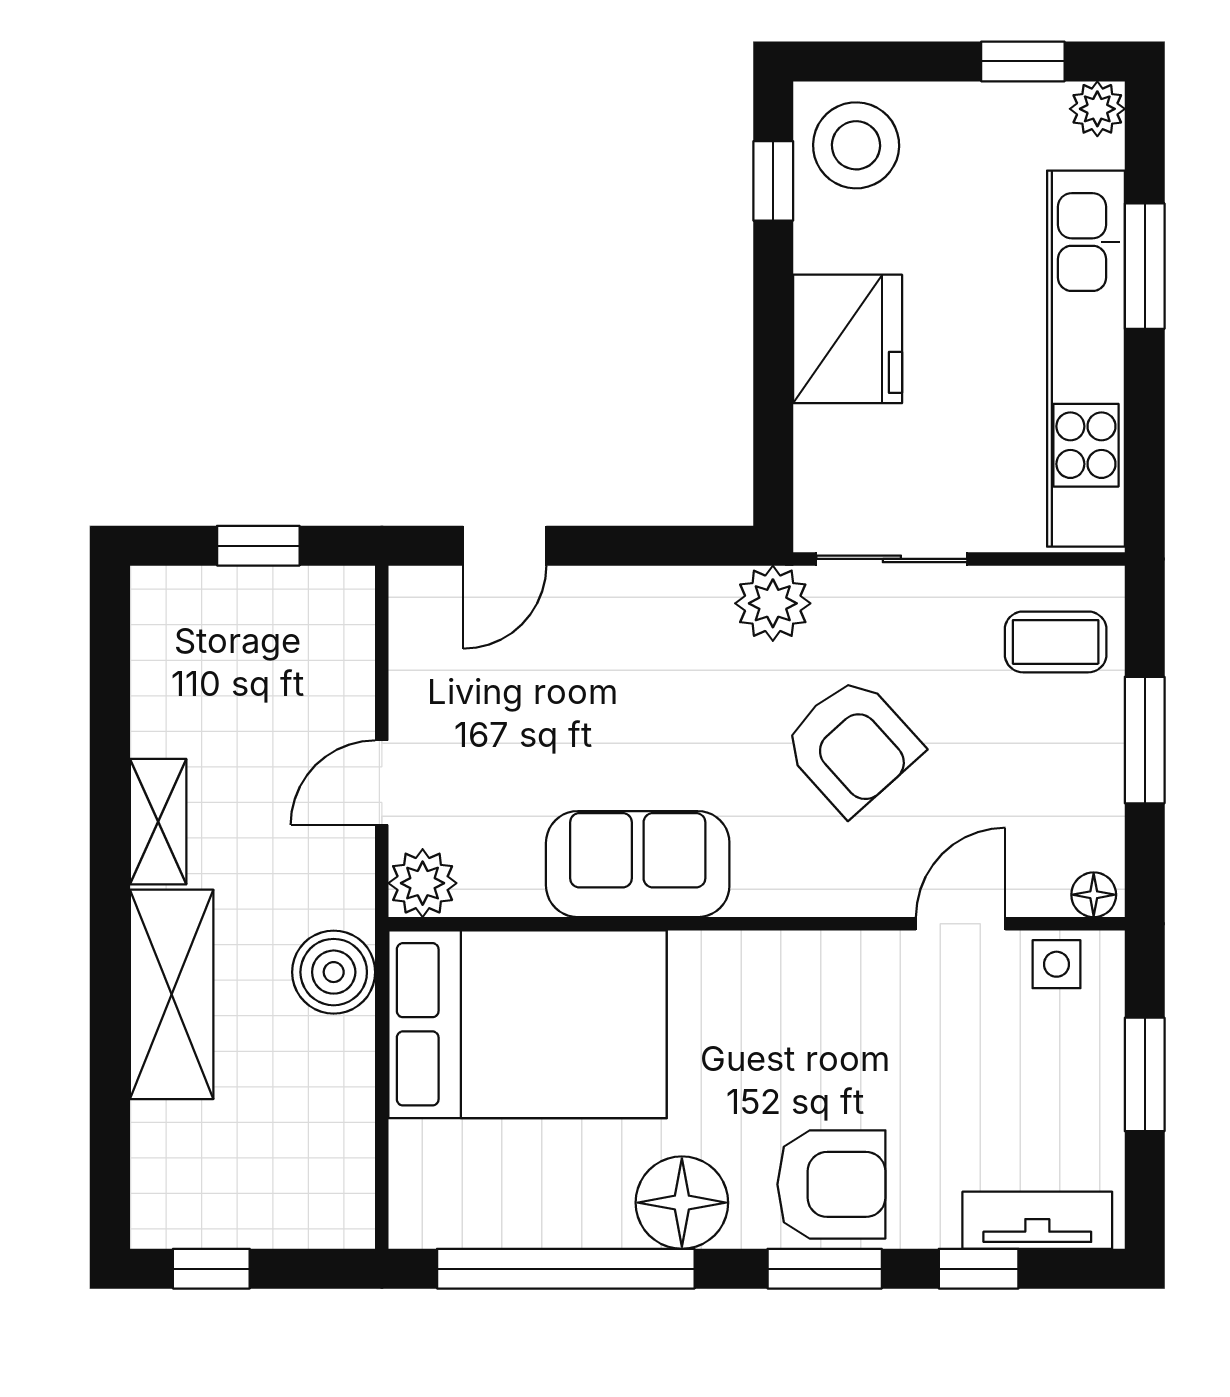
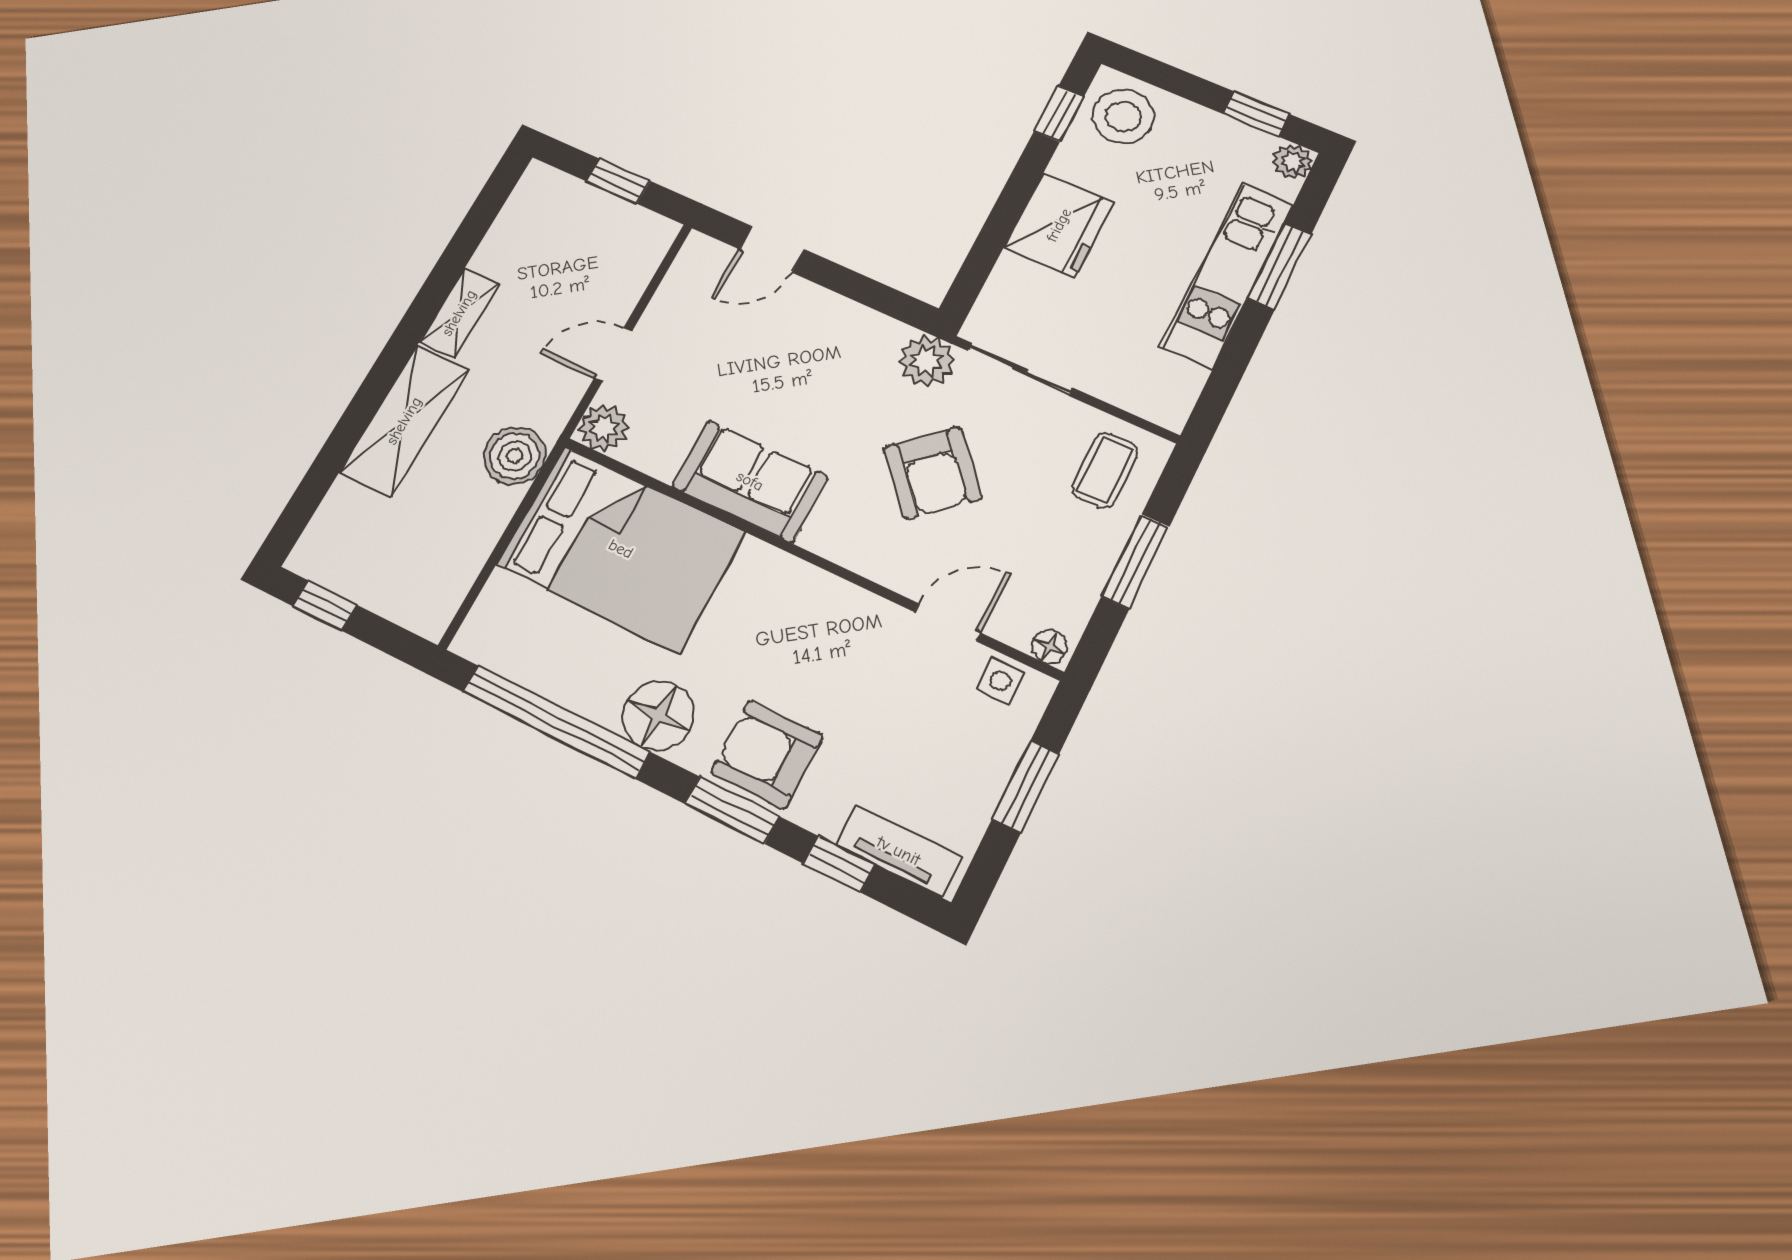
kitchen unit: (1086, 359) -> (1227, 275), width x0.73
coffee table: (1056, 642) -> (1105, 470), turned 90
armchair: (831, 1184) -> (767, 754), turned 180

